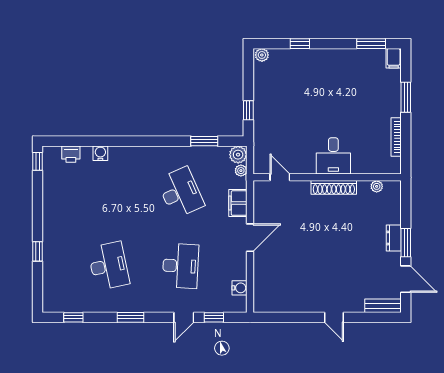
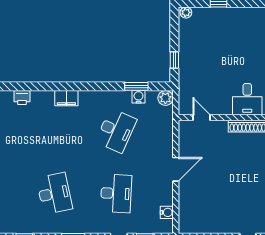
water cooler: (100, 153) -> (138, 97), moved
plant: (241, 171) -> (168, 112), removed
desk: (180, 193) -> (116, 131), turned 48
filing cabinet: (238, 203) -> (66, 98), moved, turned -90

